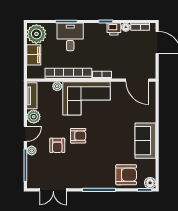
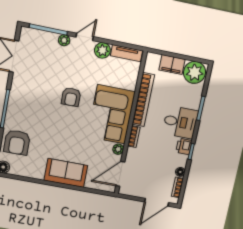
printer: (114, 29) -> (184, 146), moved
desk: (70, 37) -> (180, 122), moved
plant: (57, 86) -> (118, 149), moved
door: (25, 134) -> (85, 37), swing flipped
sofa: (145, 141) -> (66, 173), moved
armchair: (57, 145) -> (65, 71), removed

